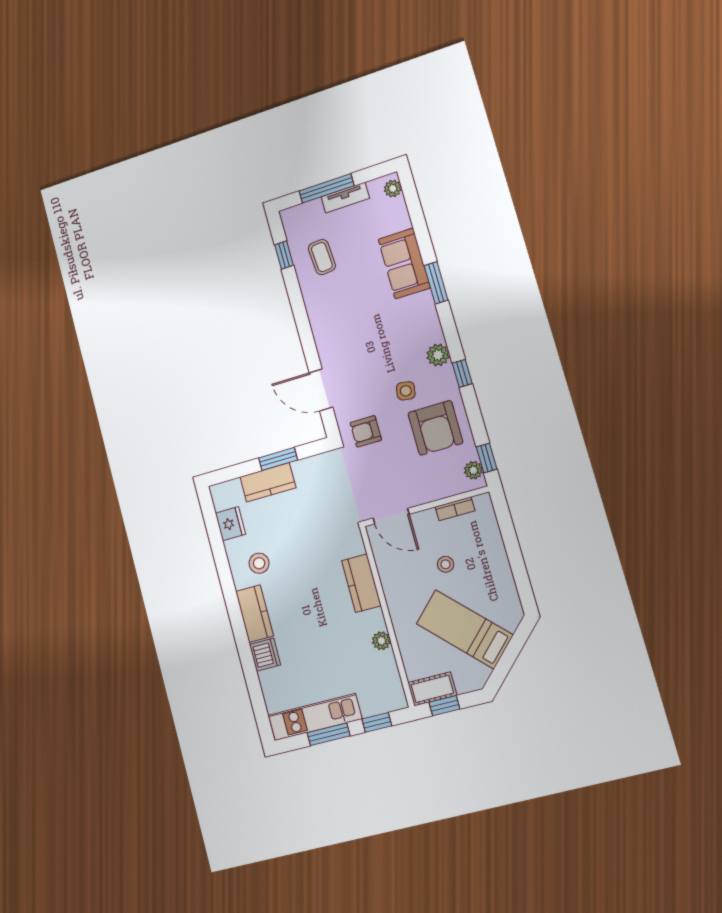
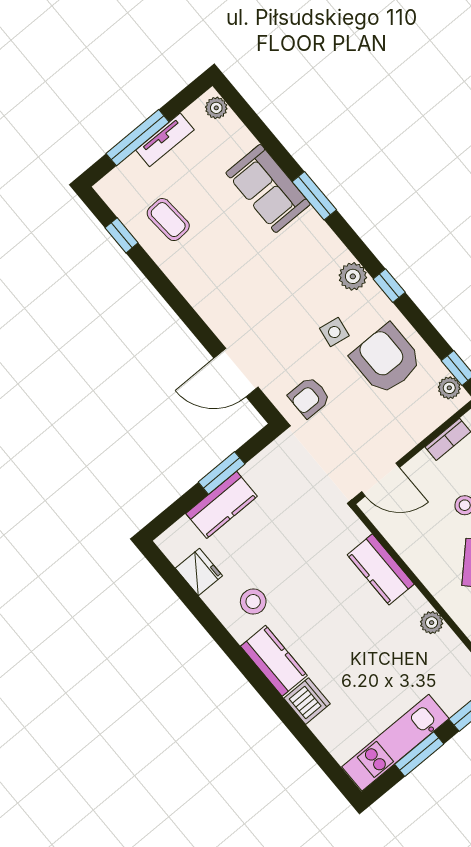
armchair: (435, 428) -> (386, 359), turned 180

